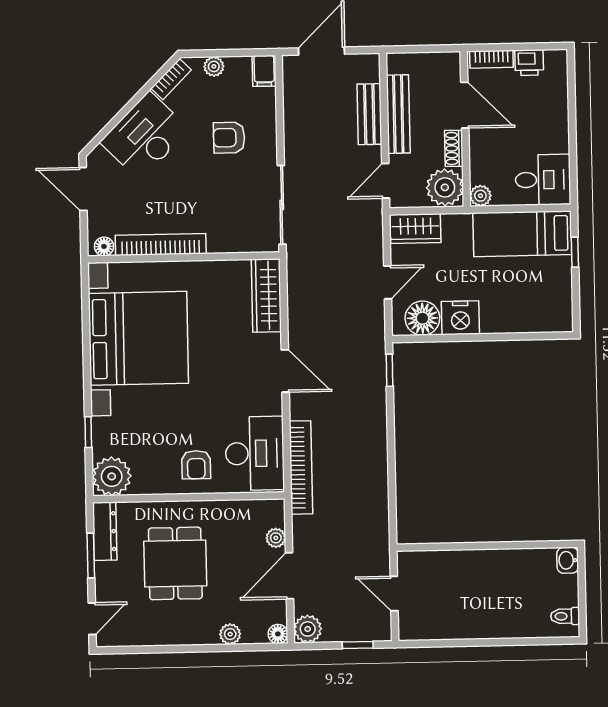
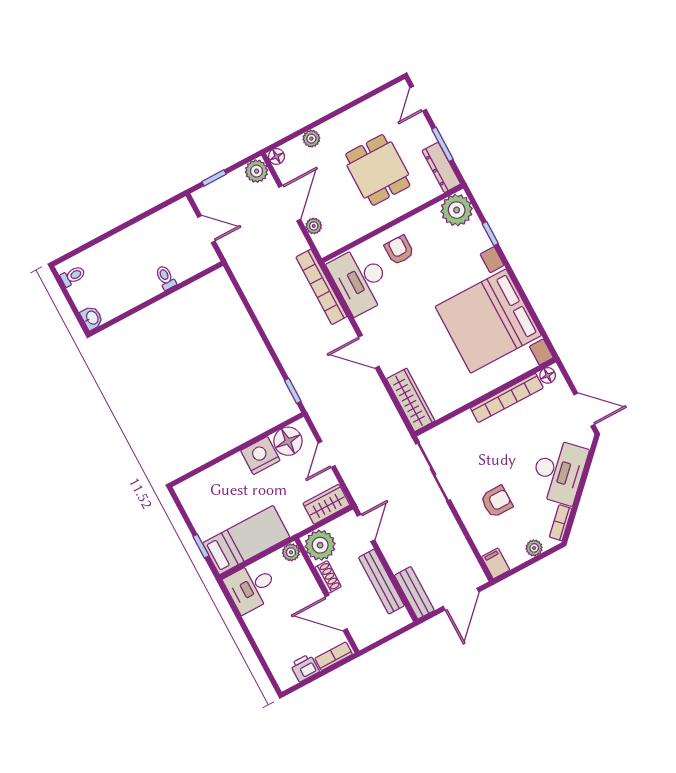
bench: (369, 114) -> (414, 593), moved
toilet: (465, 563) -> (166, 278), added

